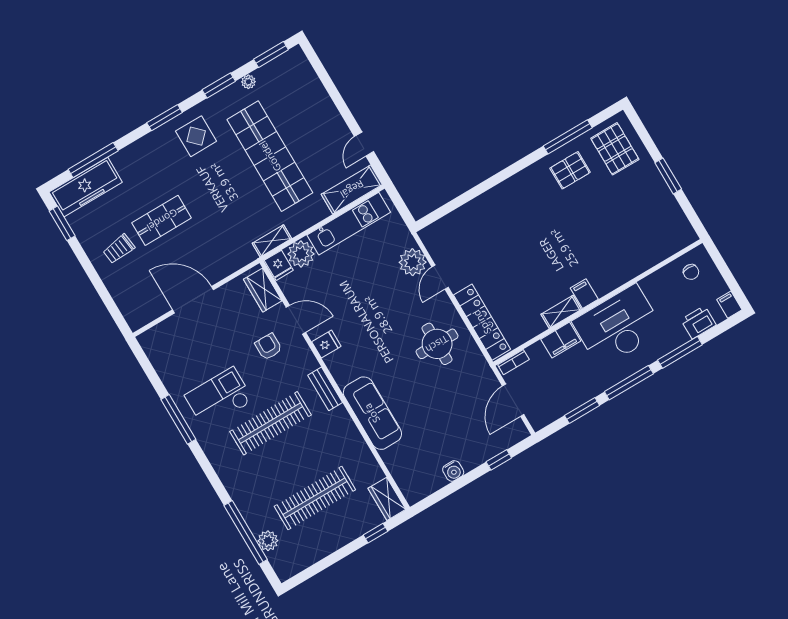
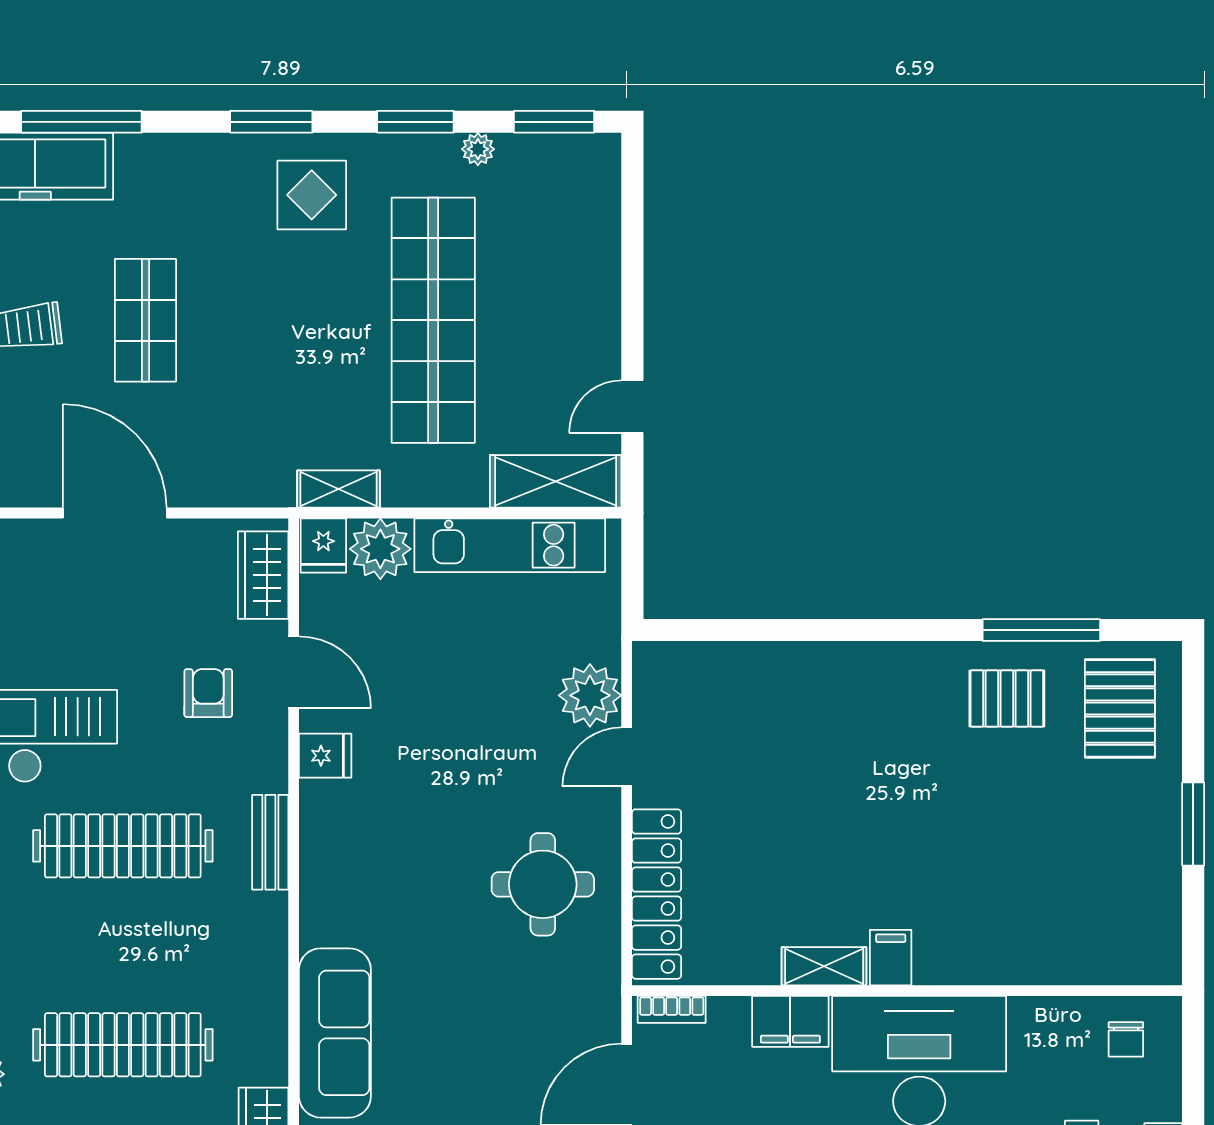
shop shelf: (162, 220) -> (145, 320), turned 90
sofa: (372, 413) -> (335, 1033), moved

